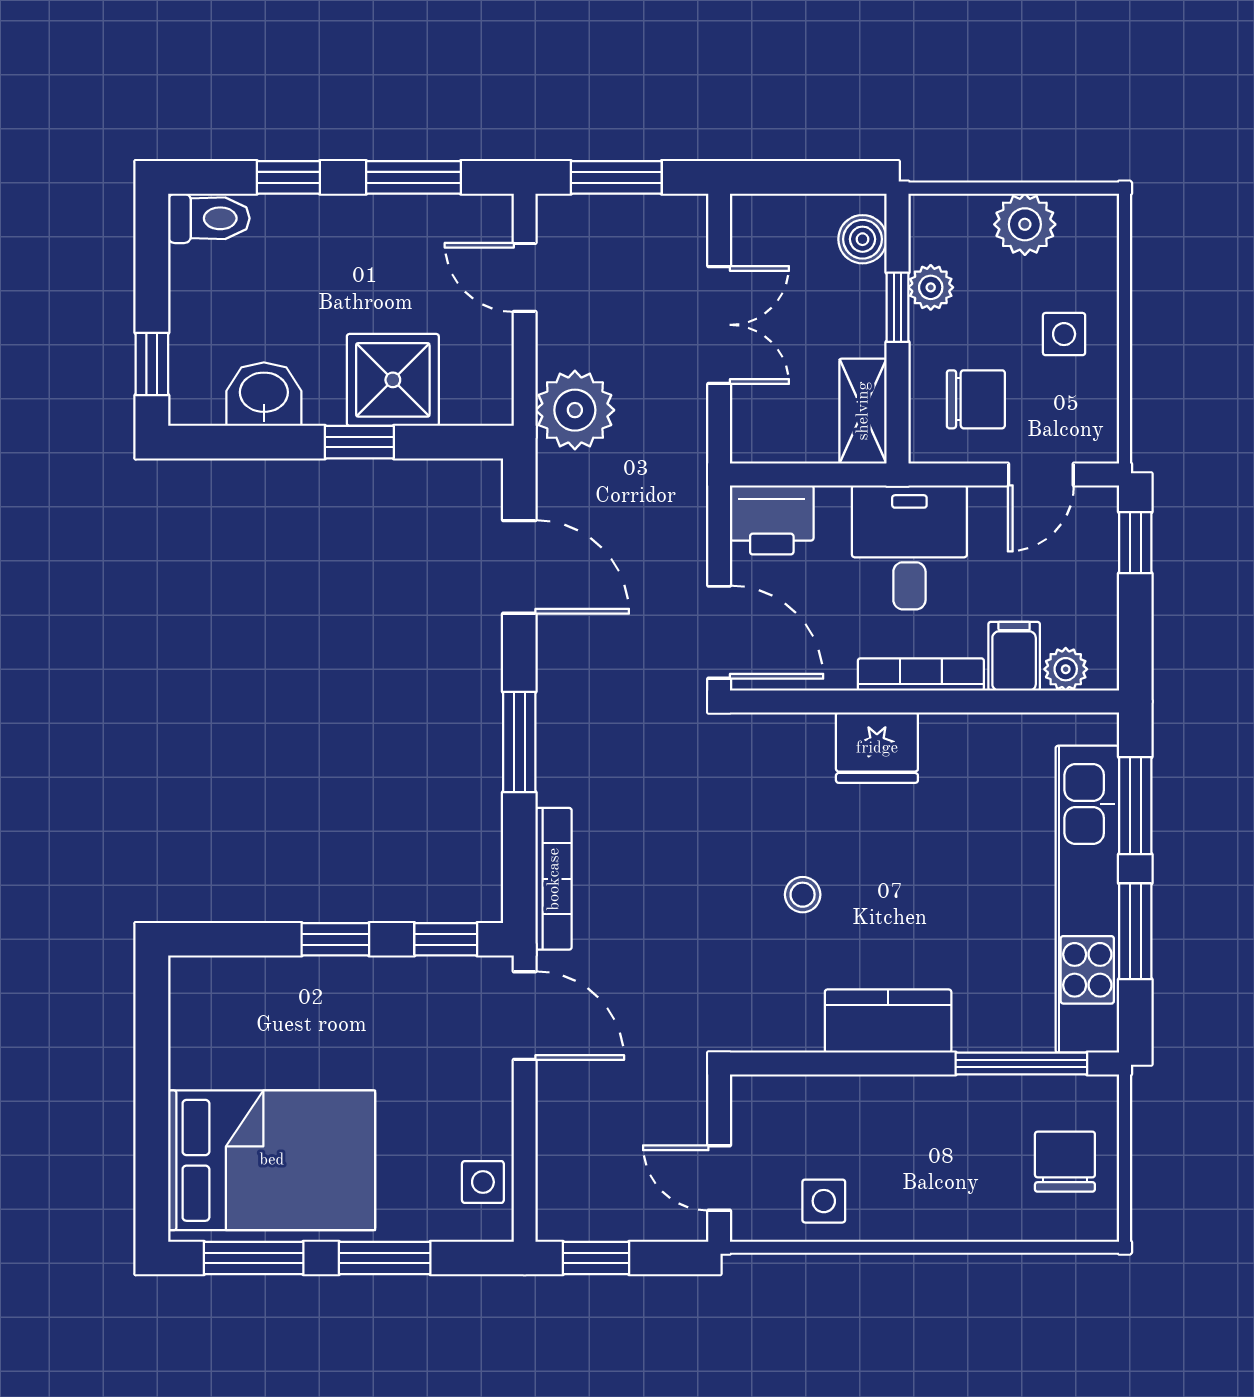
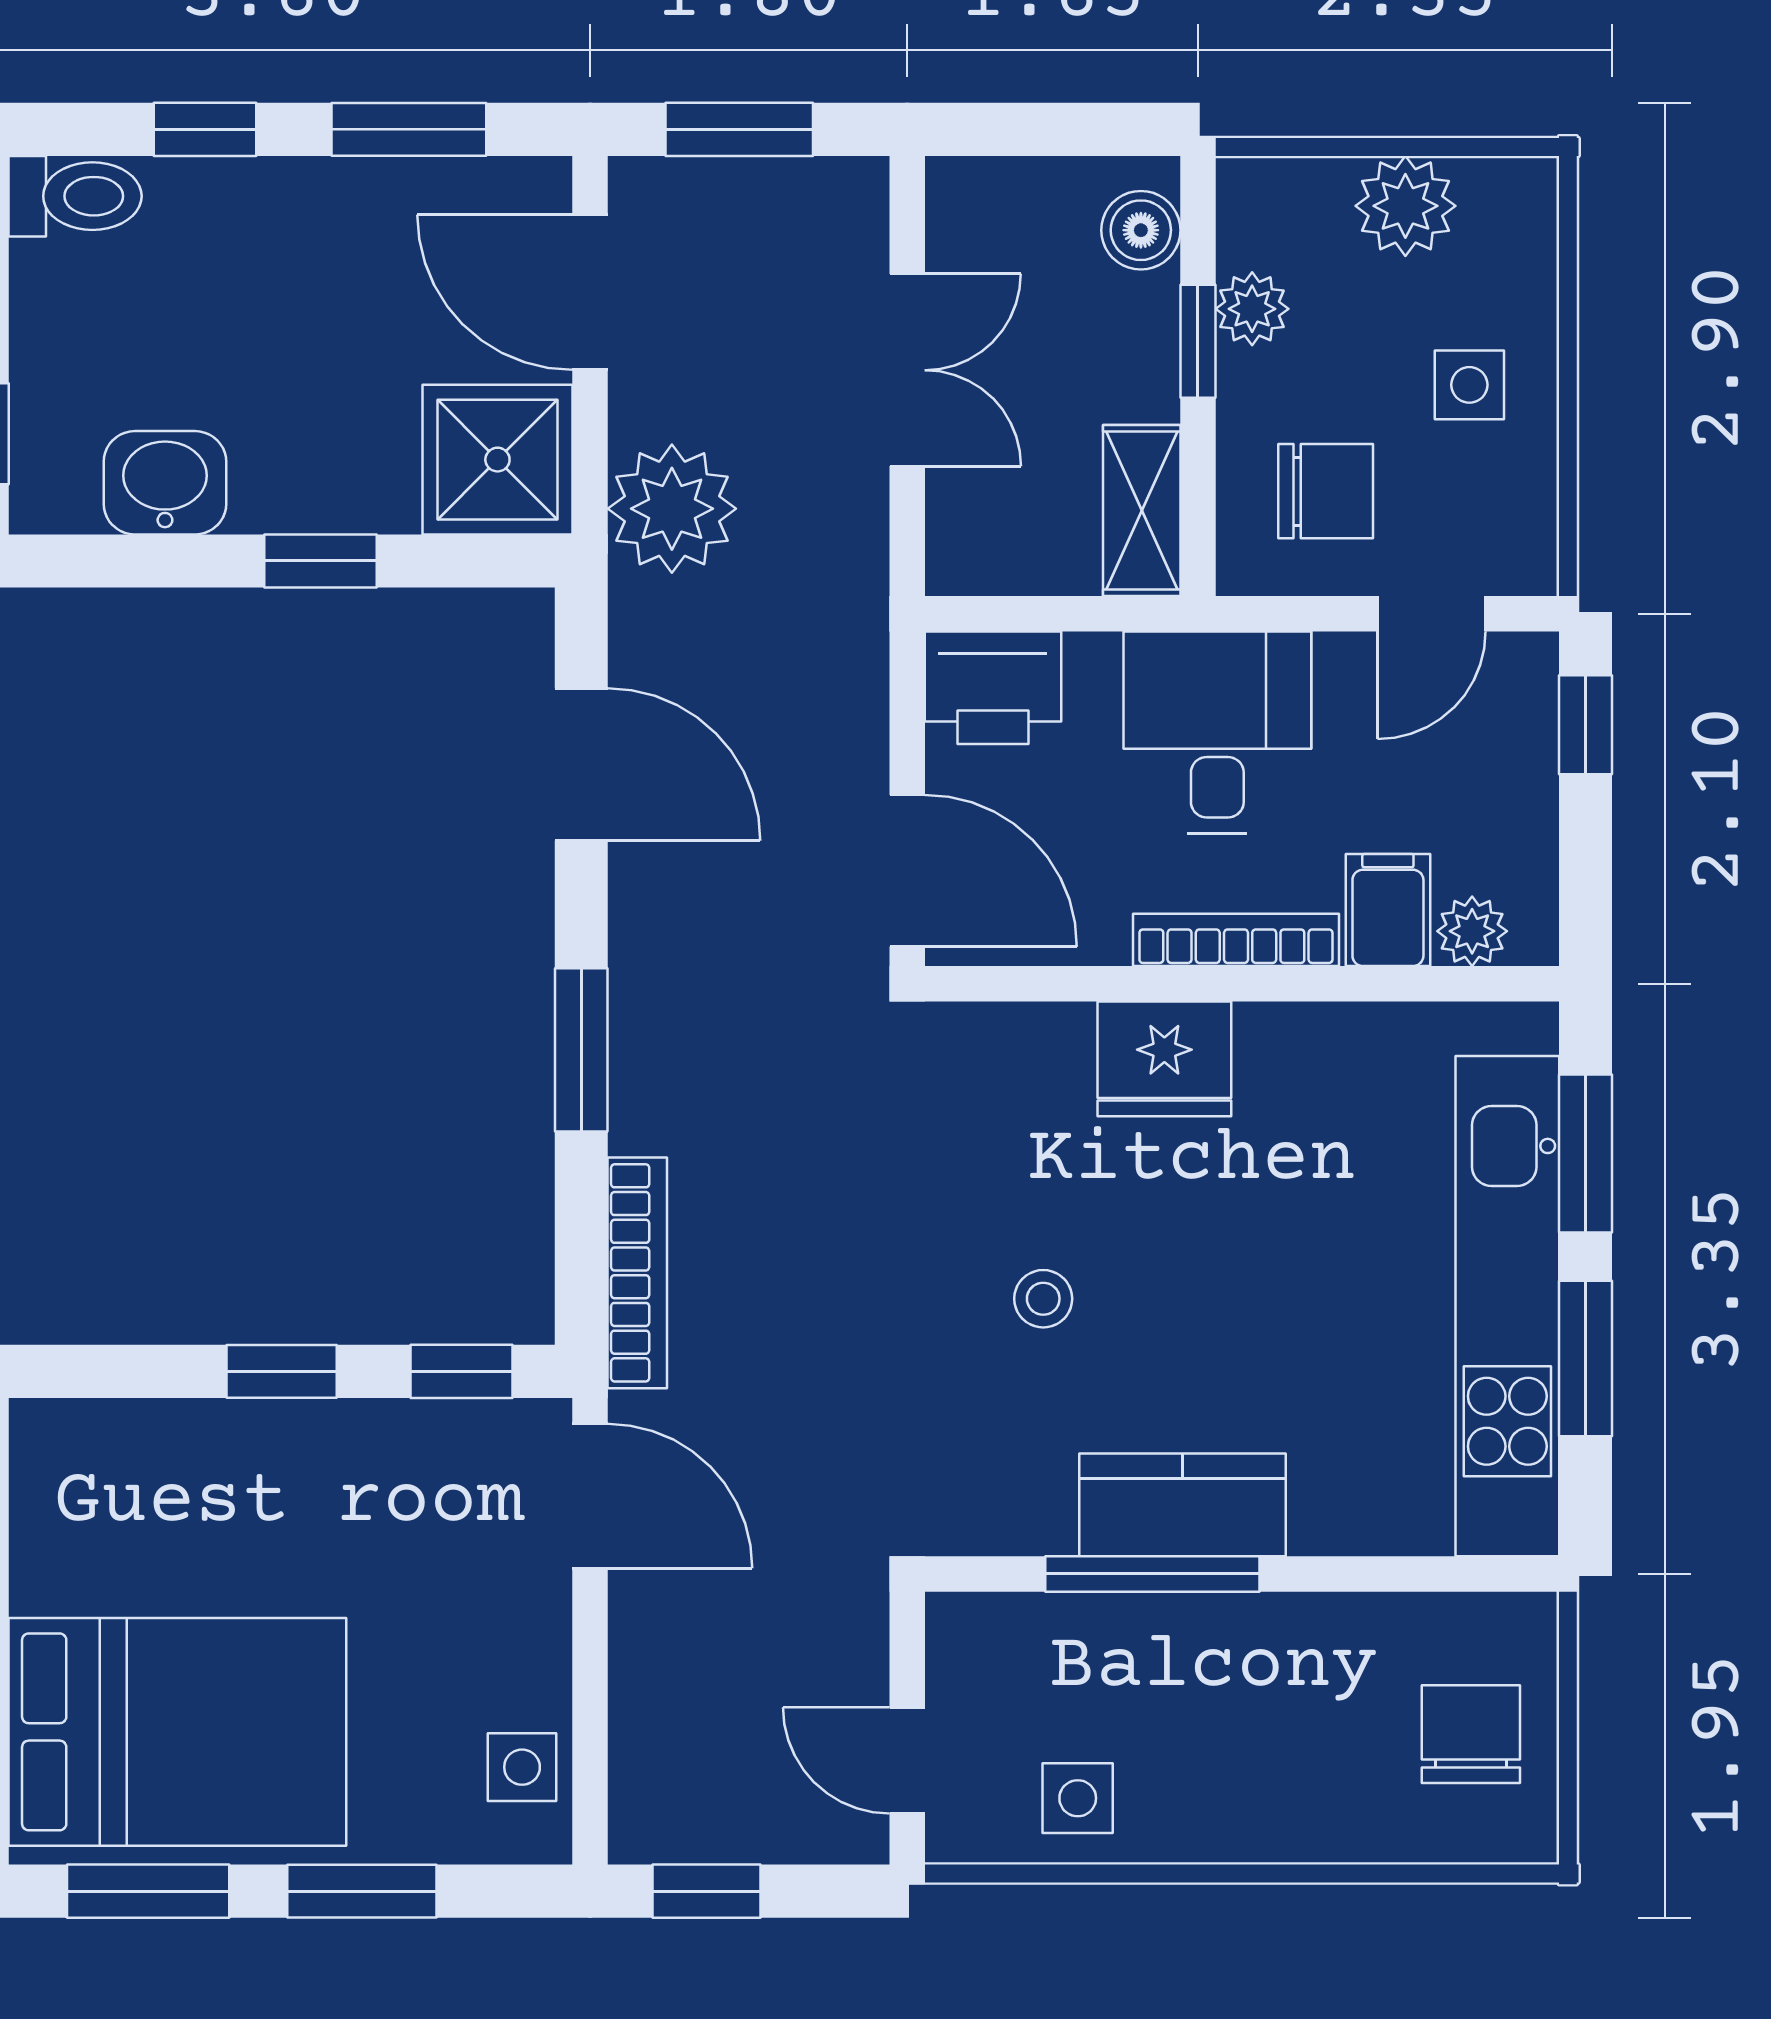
door: (525, 277) -> (590, 292), width x1.38
shower: (393, 380) -> (497, 460), moved
window: (1021, 1063) -> (1152, 1574), moved

